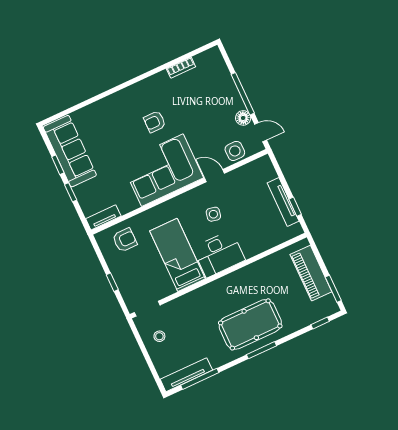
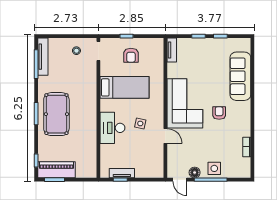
door: (261, 132) -> (180, 180), hinge flipped
sofa: (70, 151) -> (240, 76), moved, turned 90
side table: (235, 151) -> (214, 168), moved
door: (214, 176) -> (165, 136), hinge flipped
tv unit: (283, 202) -> (122, 173), width x0.71
armchair: (125, 240) -> (131, 55), moved
desk: (219, 254) -> (112, 128), moved
piano: (311, 273) -> (57, 170), moved

